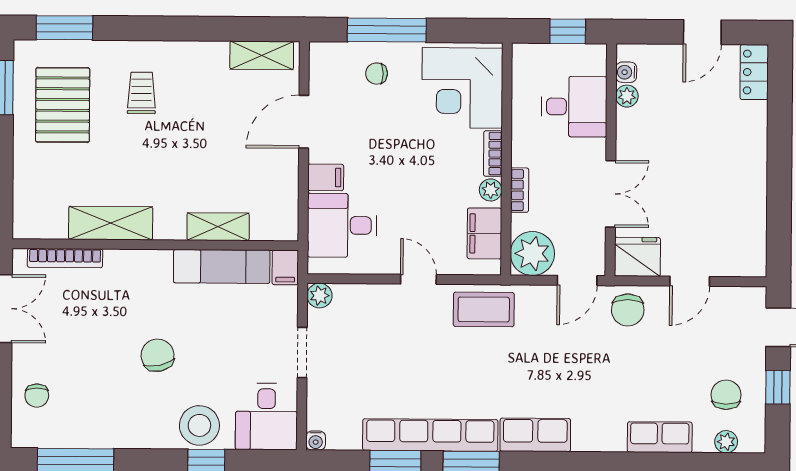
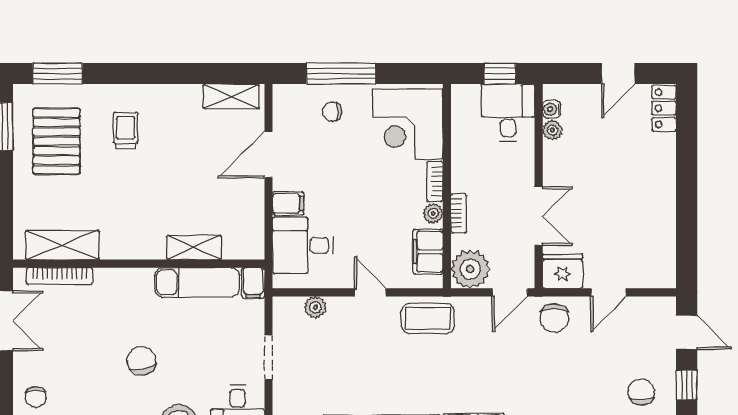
desk: (574, 107) -> (508, 113), moved, turned -90
shelving: (111, 223) -> (62, 245), moved
plant: (320, 296) -> (315, 307), moved

